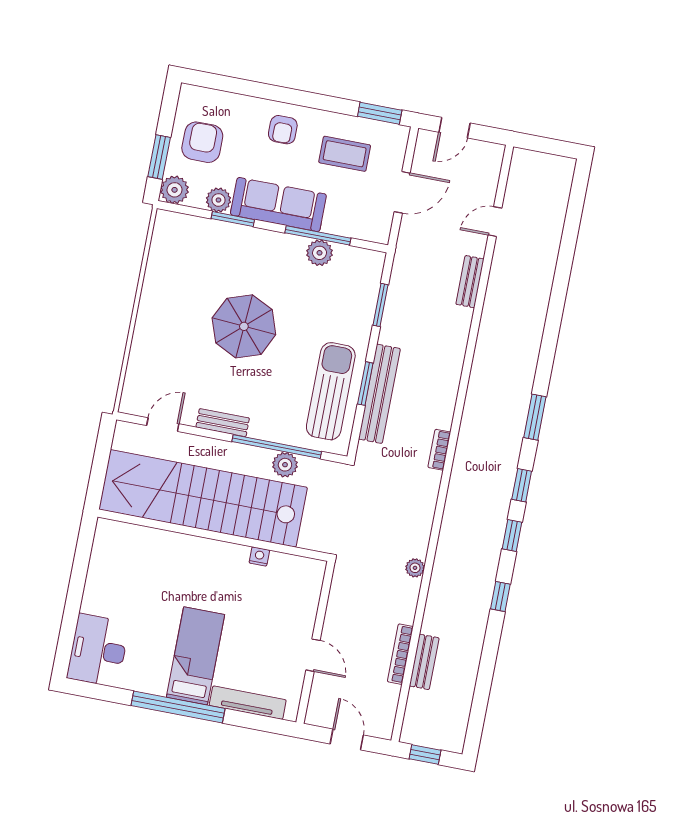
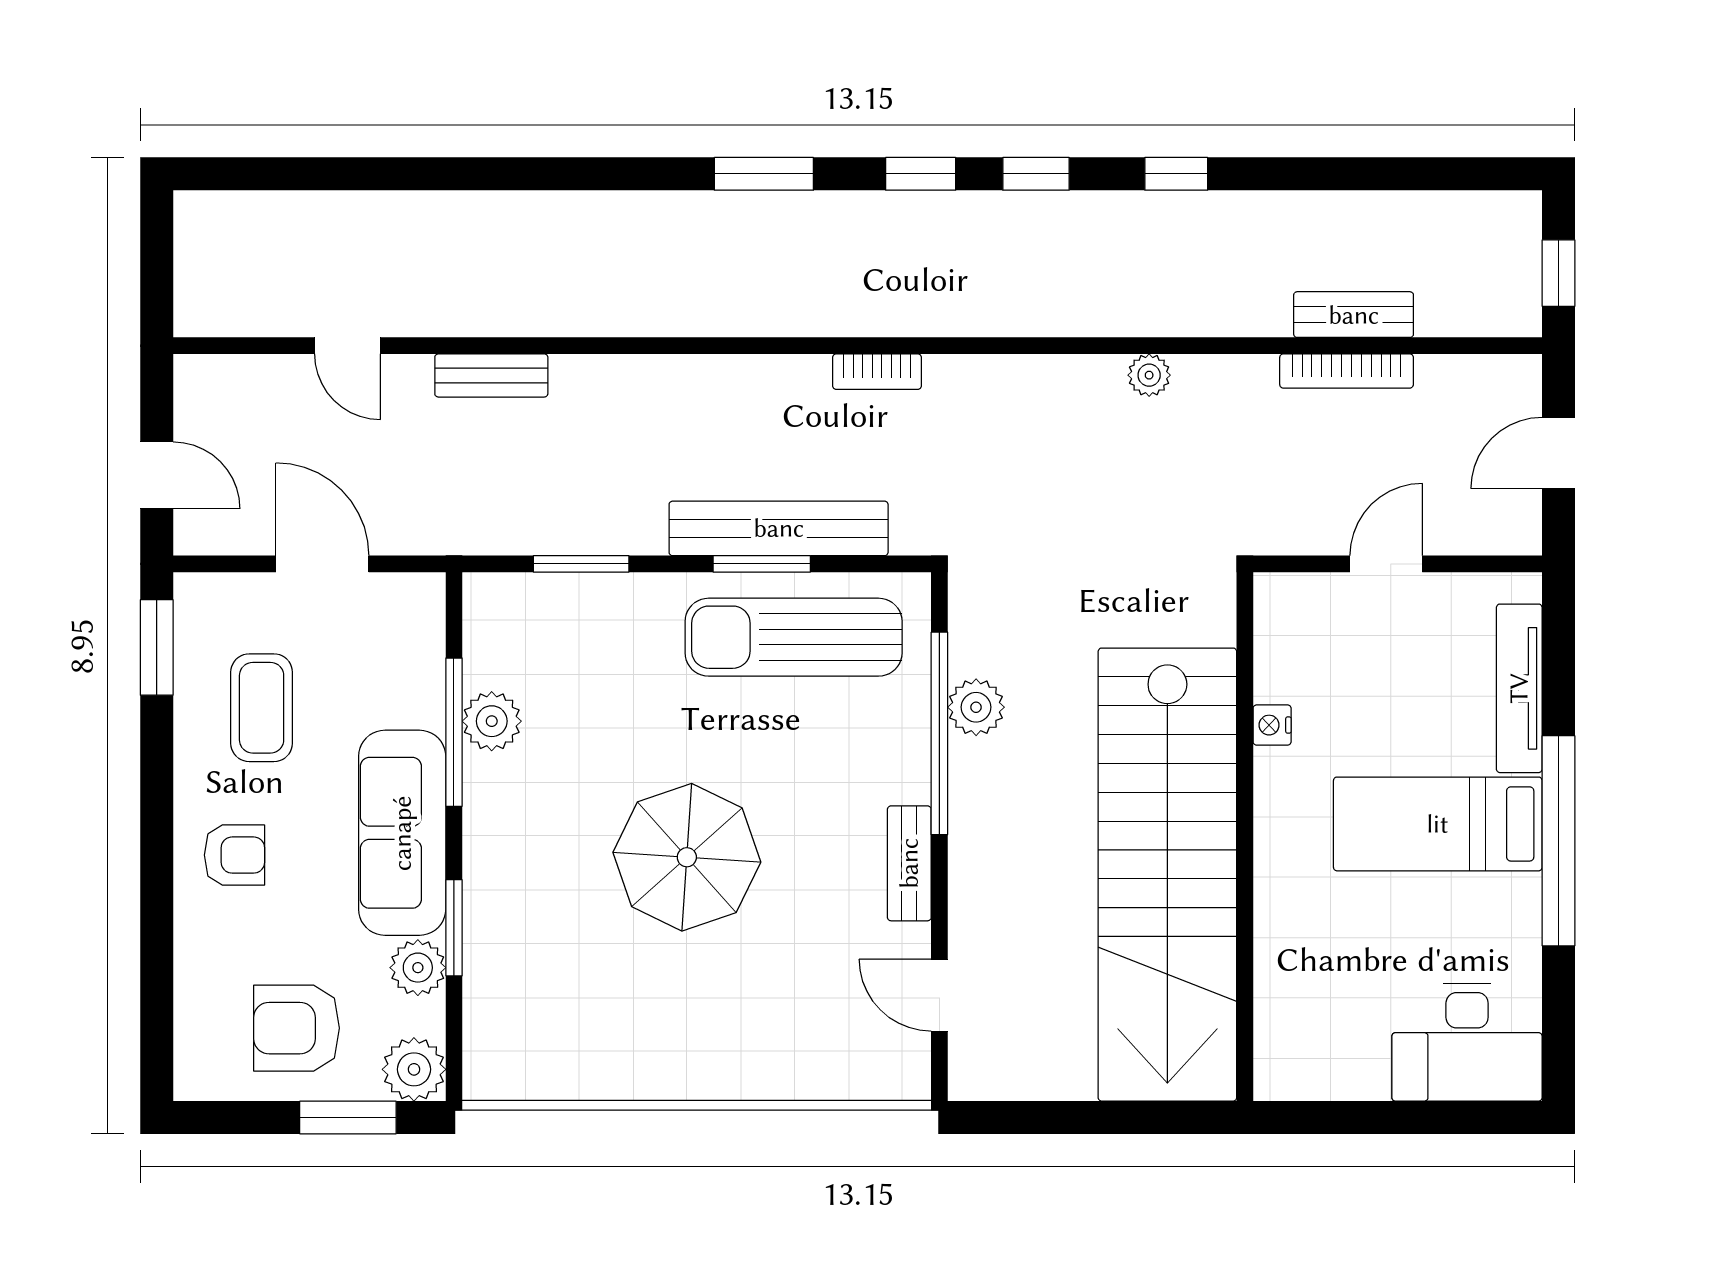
stairs: (203, 498) -> (1167, 875), moved
wall: (213, 535) -> (1245, 837), moved
nightstand: (259, 556) -> (1272, 725), moved

